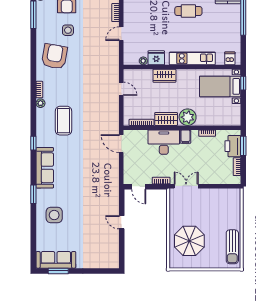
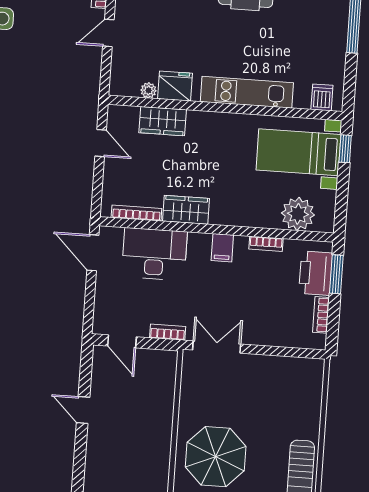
wardrobe: (164, 76) -> (163, 121), moved
plant: (188, 117) -> (298, 214), moved
desk: (164, 142) -> (154, 254), moved

